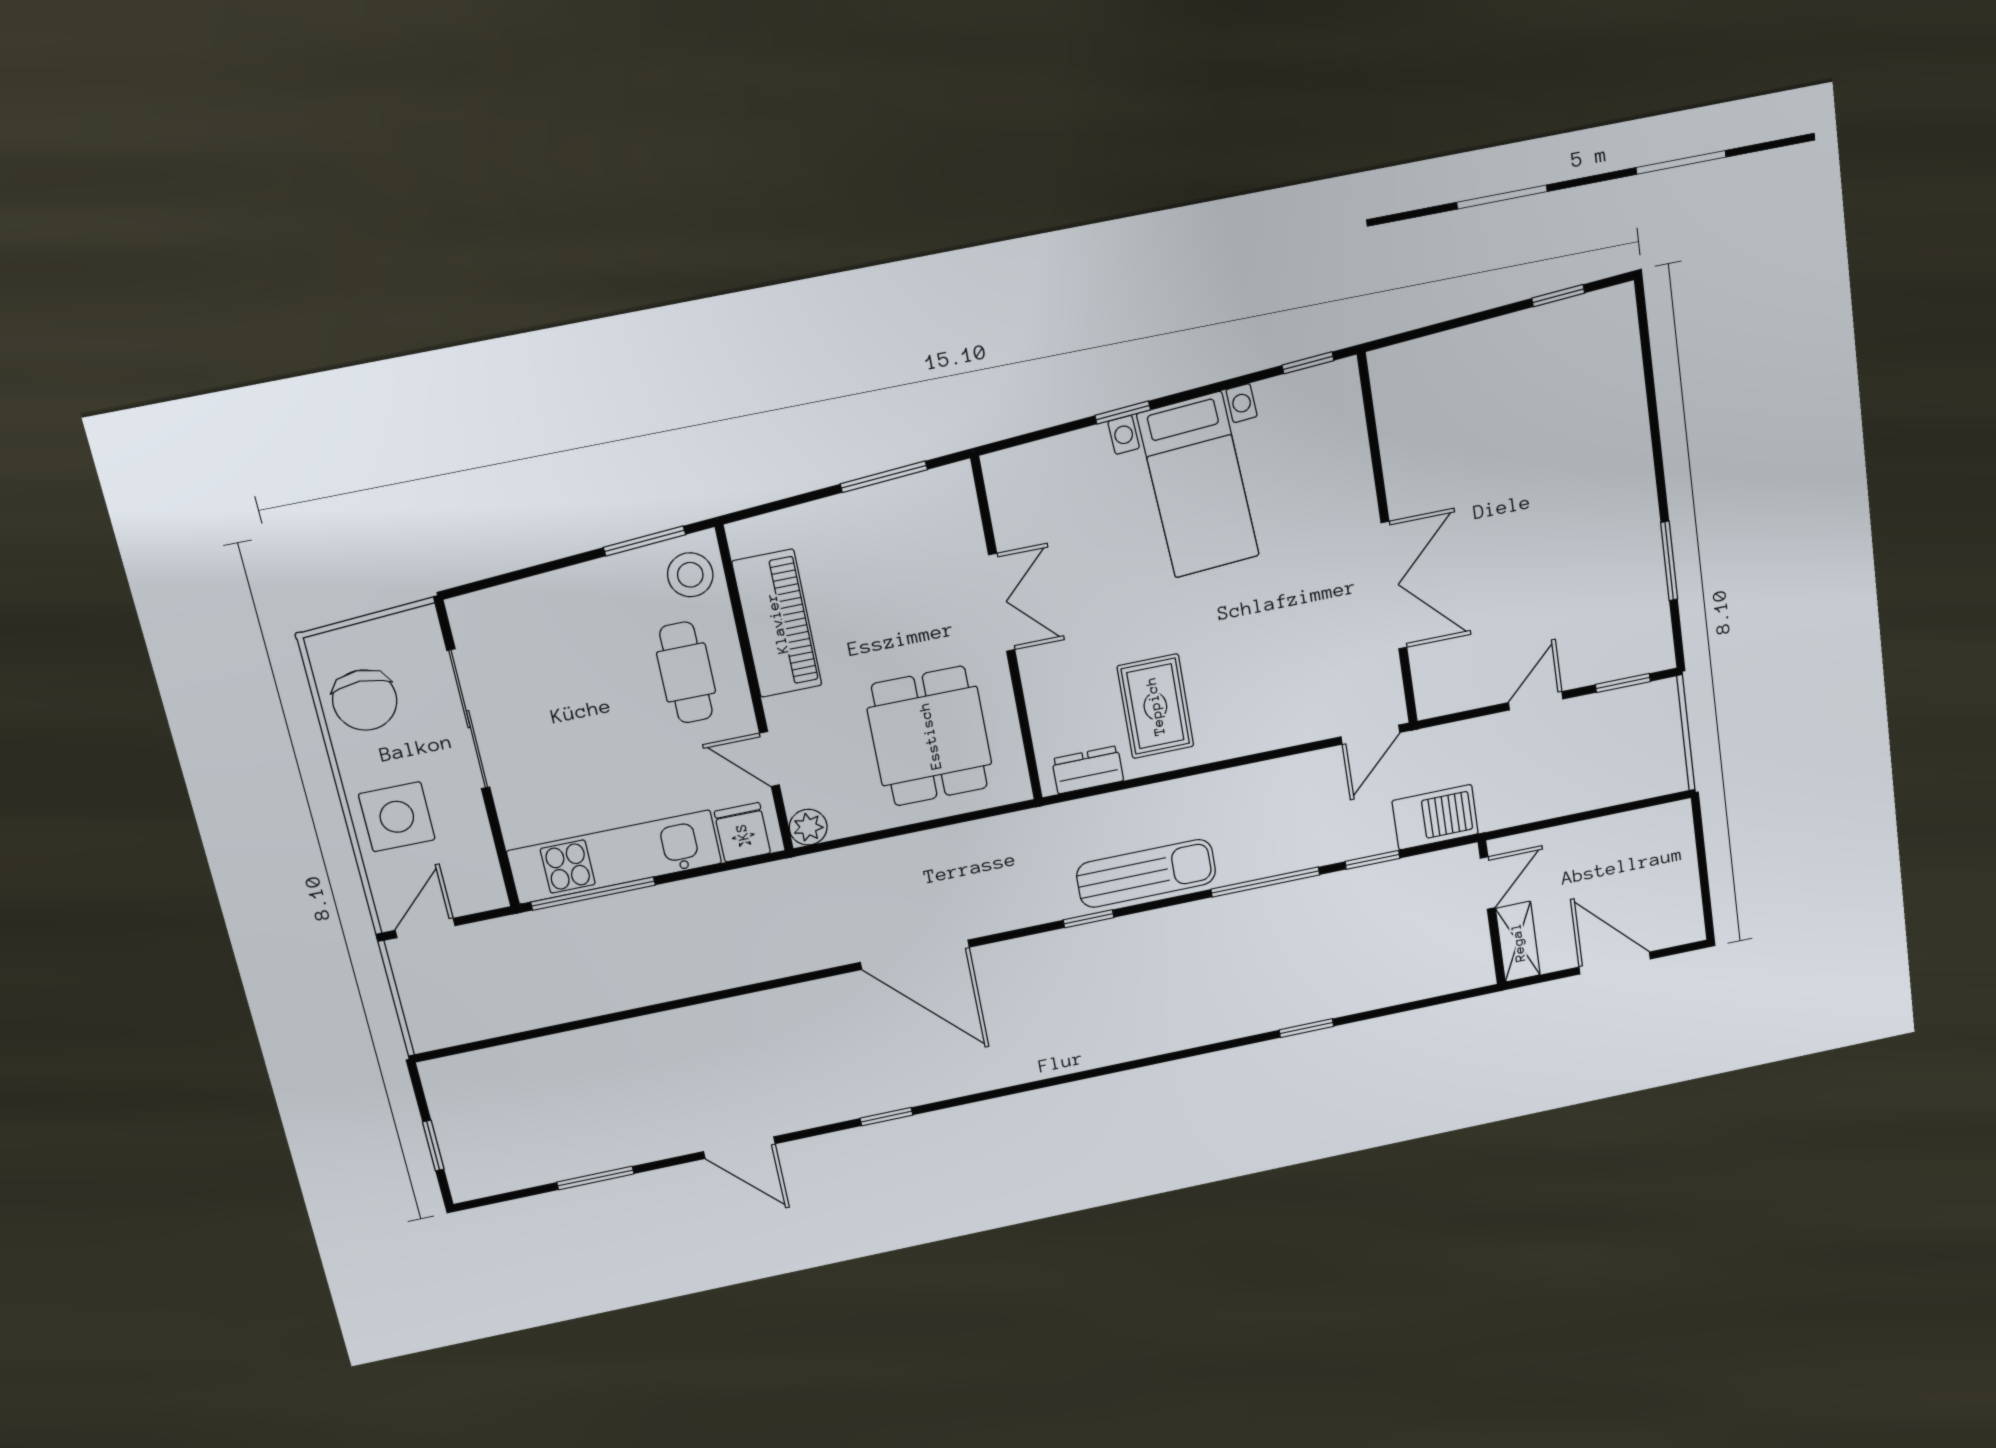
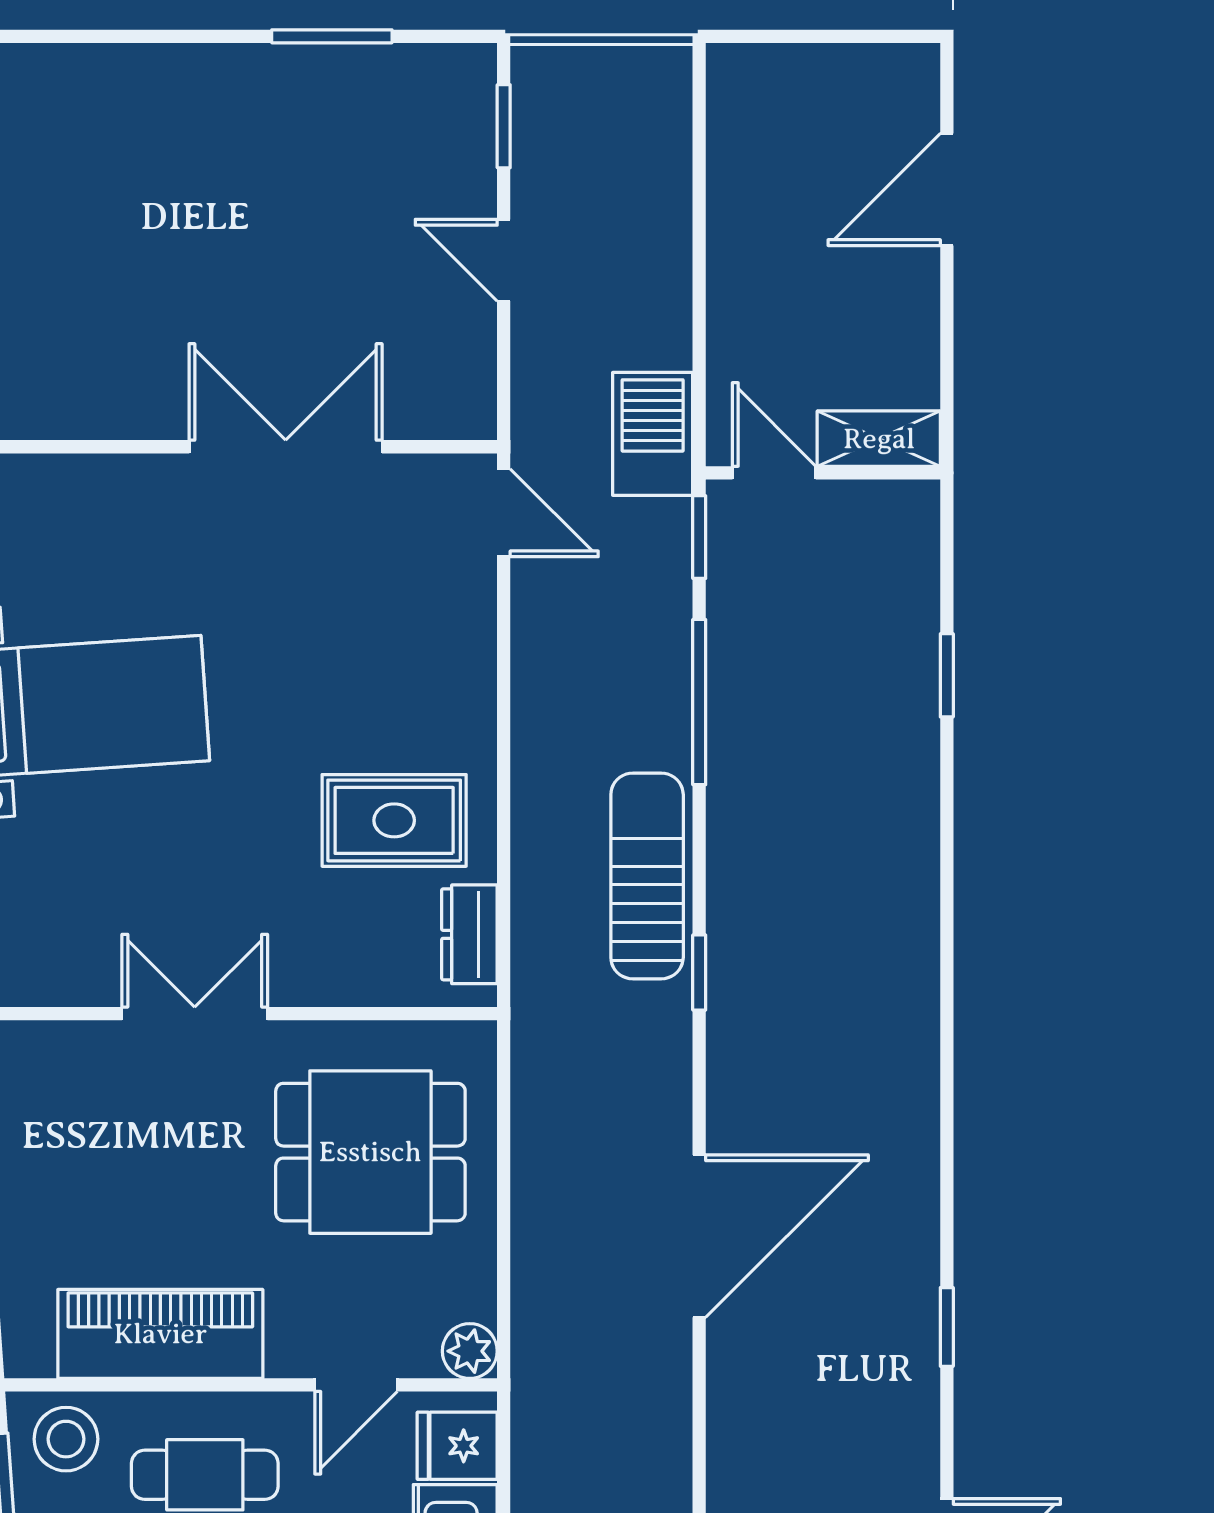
door: (1488, 883) -> (774, 473), moved
wall: (1492, 913) -> (823, 473), moved
shelving: (1518, 942) -> (879, 439), moved

